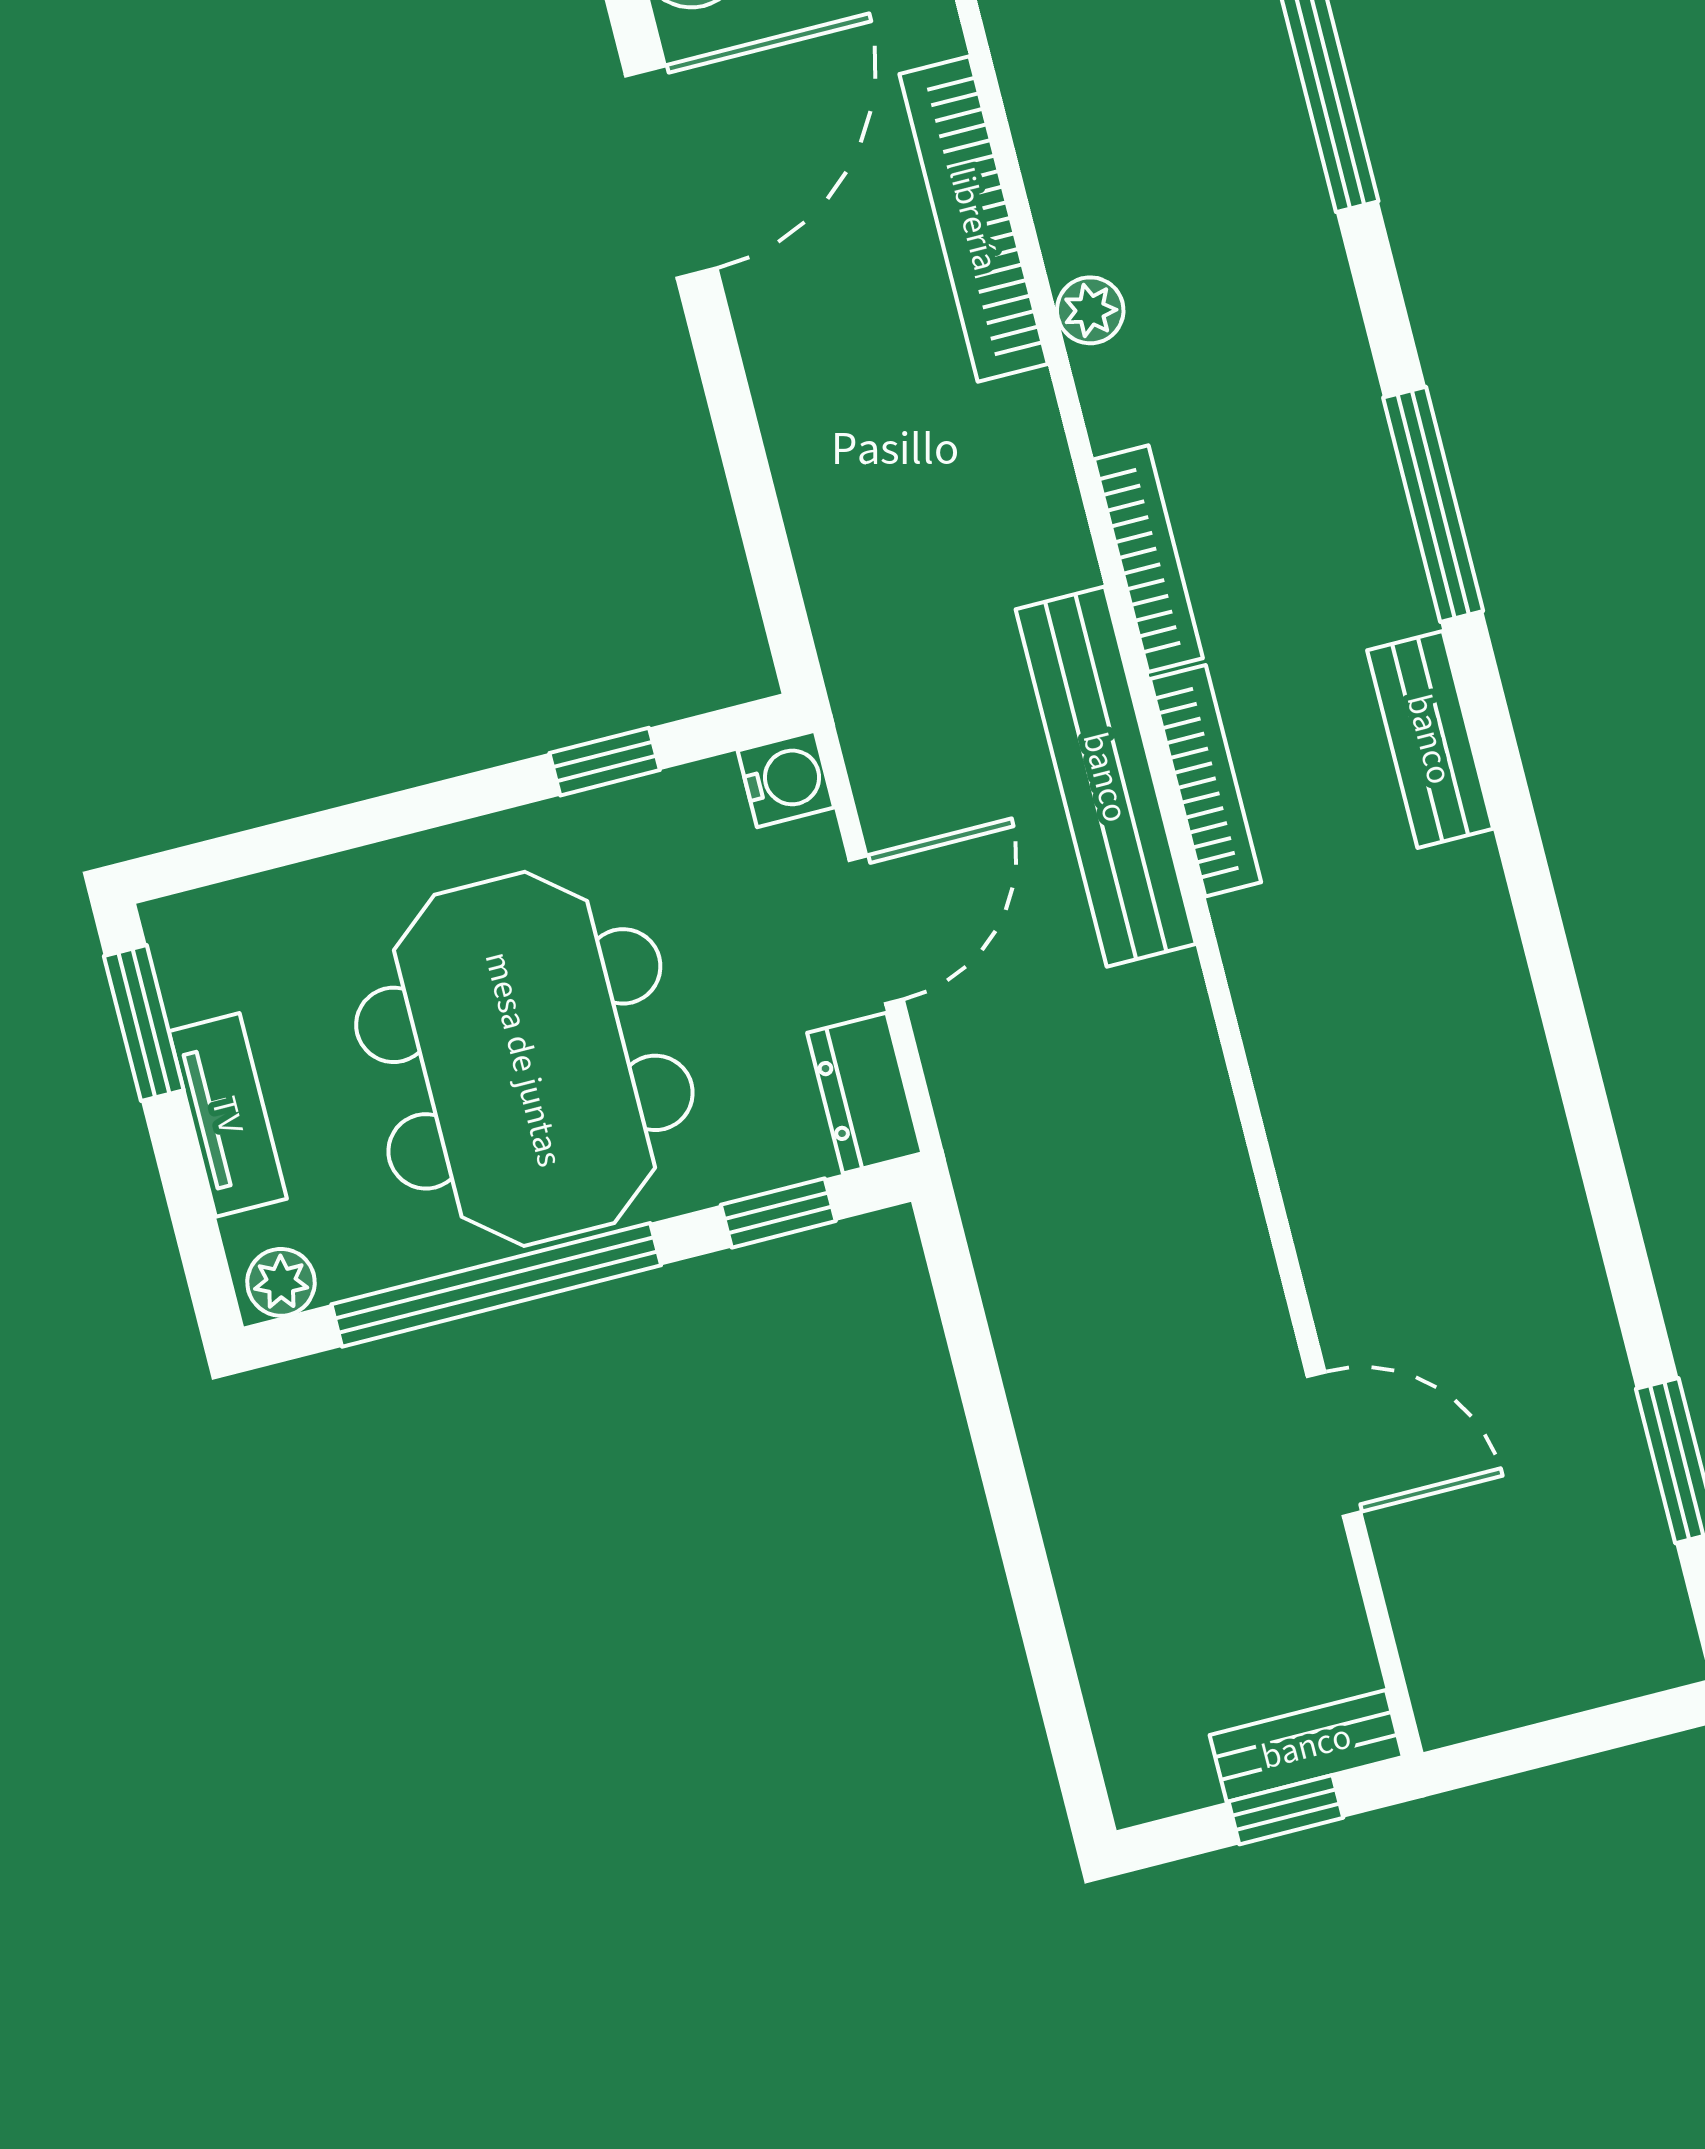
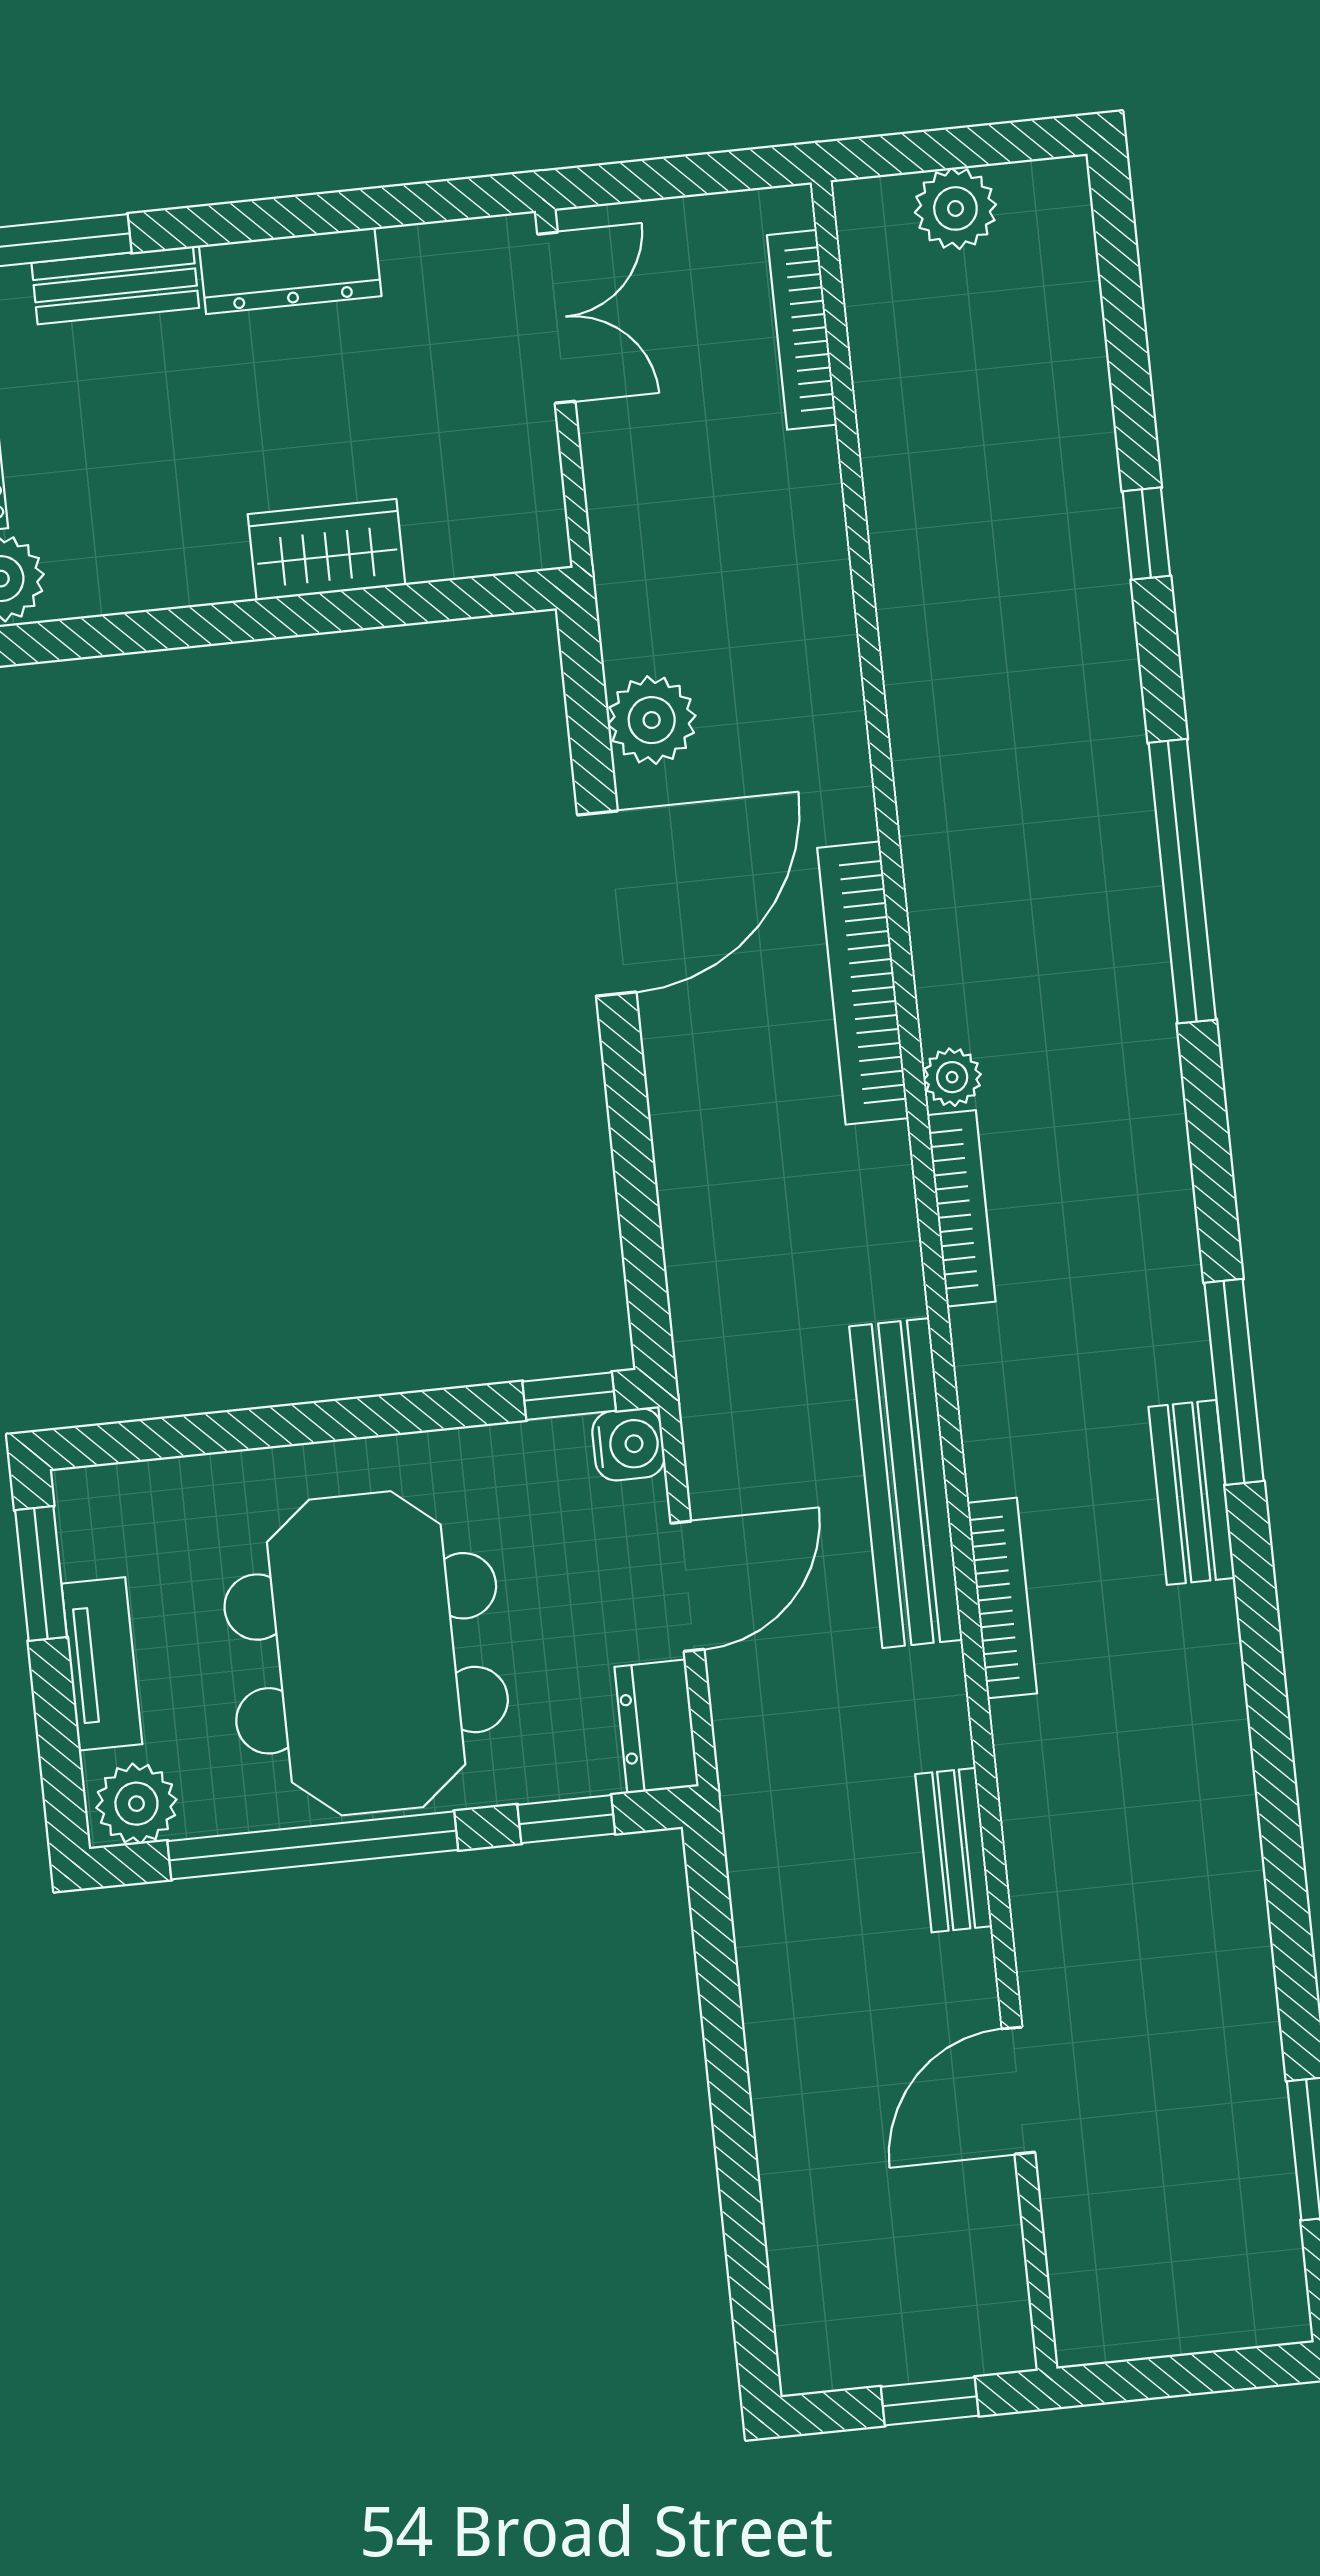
window: (1433, 504) -> (1234, 1382), moved
bookcase: (1148, 559) -> (961, 1208), moved
window: (605, 762) -> (569, 1396), moved
bookcase: (1206, 781) -> (1002, 1598), moved
plant: (281, 1282) -> (136, 1804), width x1.38, depth x1.38
door: (1334, 1444) -> (1018, 2091), swing flipped
bench: (1306, 1746) -> (954, 1850), moved, turned 90

